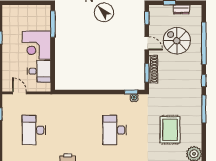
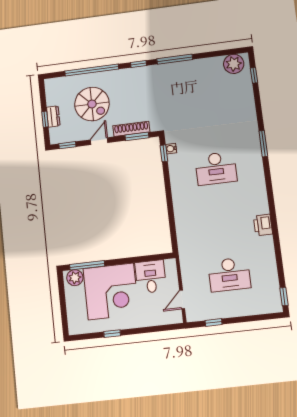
dresser: (181, 9) -> (53, 116), moved
plant: (45, 14) -> (75, 278), added
spiral stairs: (177, 41) -> (92, 104), turned -90
corner desk: (36, 45) -> (111, 291), width x1.36, depth x1.36
rug: (170, 130) -> (207, 98), removed

